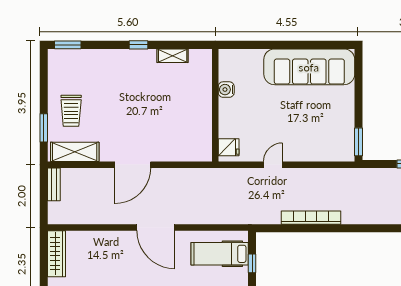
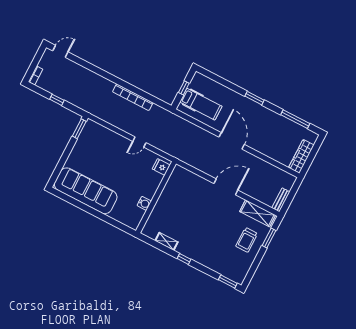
trolley: (71, 111) -> (247, 240), turned 180

